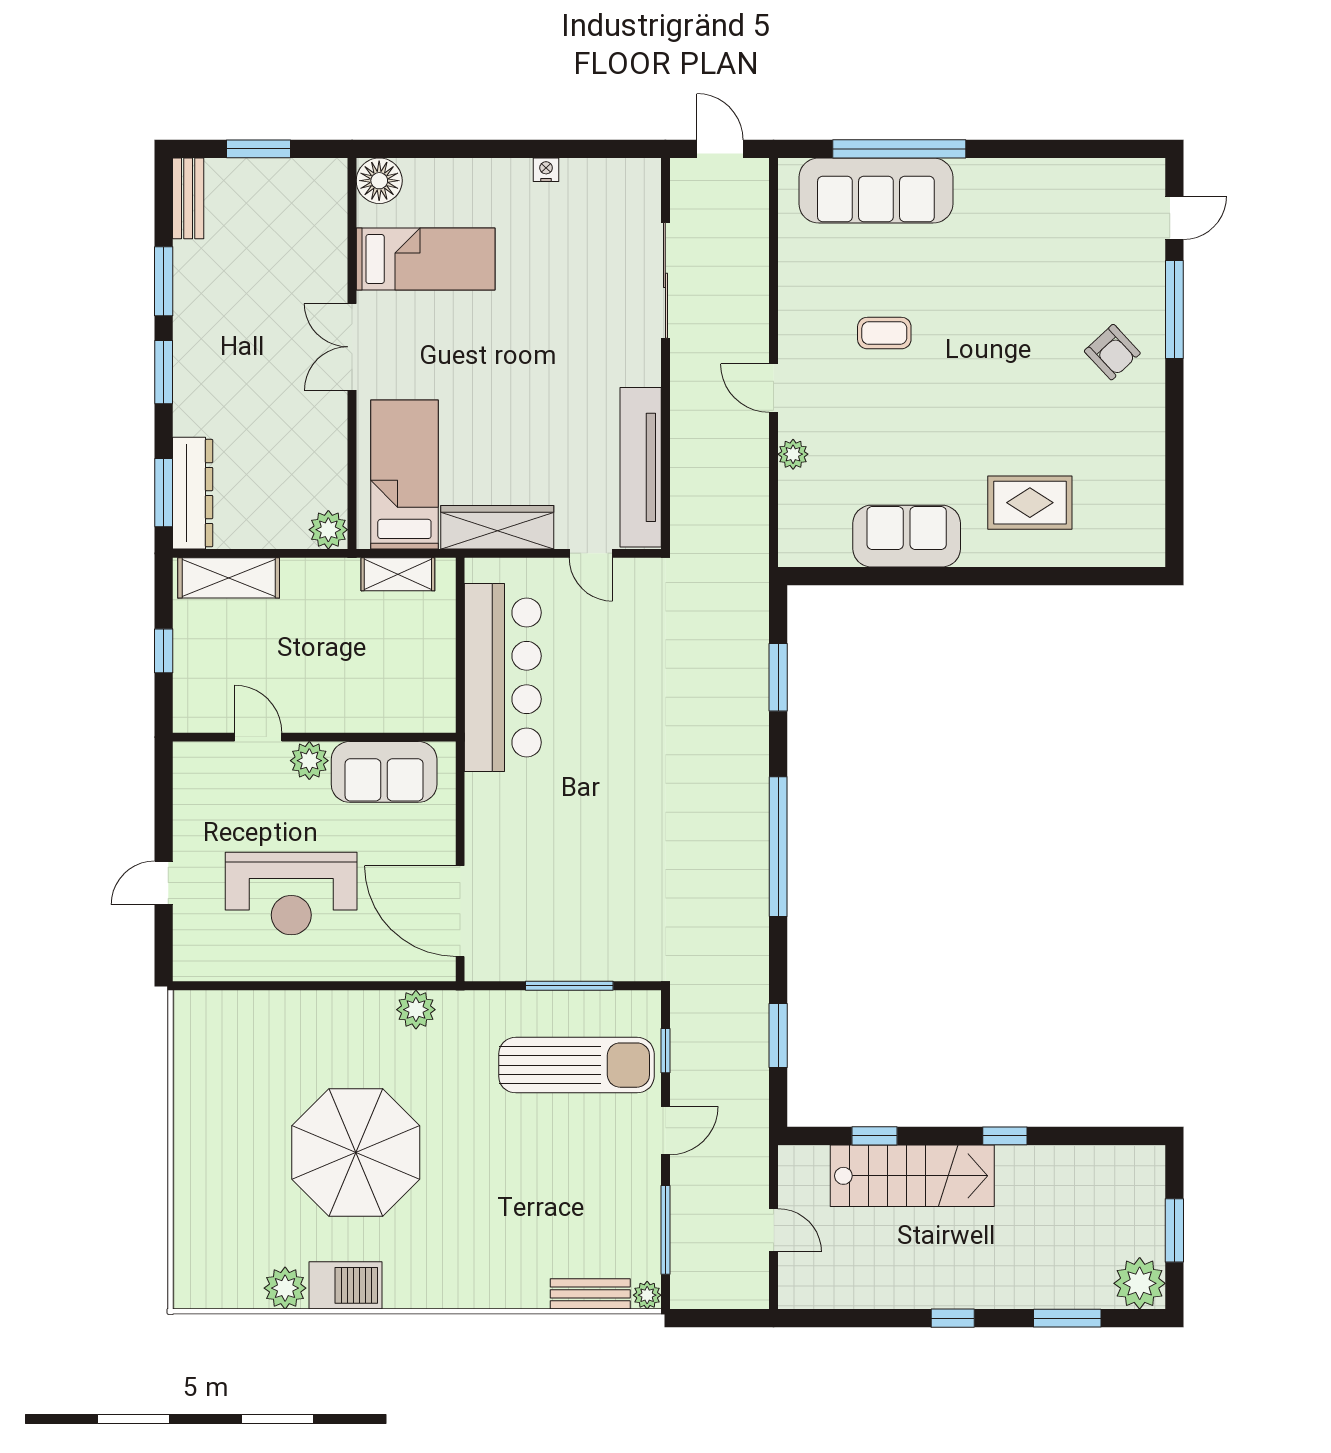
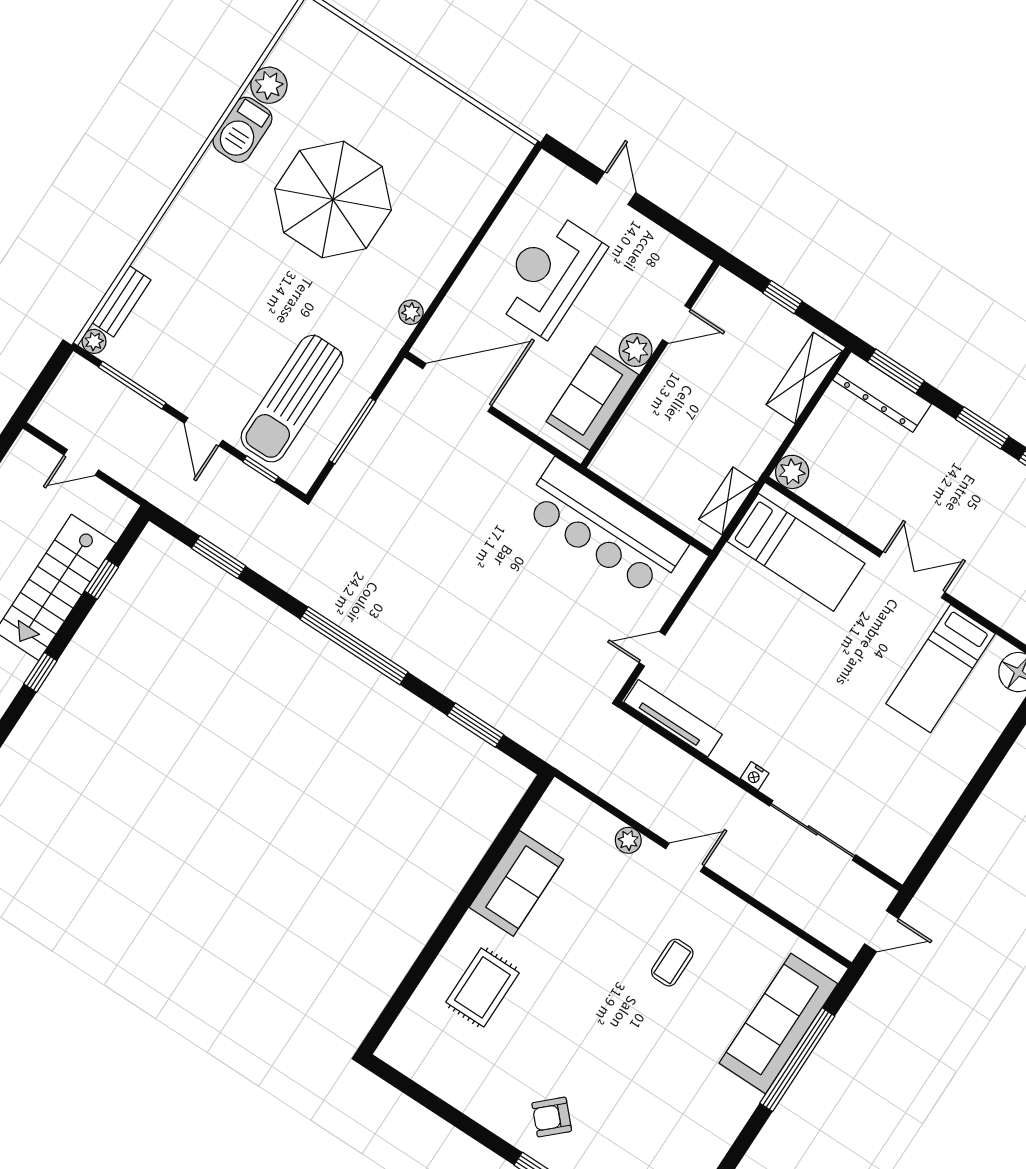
nightstand: (546, 170) -> (755, 776), moved, turned 90
tv unit: (641, 467) -> (673, 718), width x0.73, depth x0.78
wardrobe: (497, 527) -> (715, 594), removed
plant: (416, 1010) -> (411, 312), width x0.73, depth x0.73

